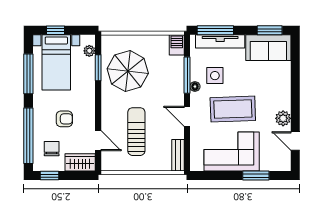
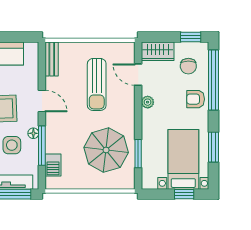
barbecue: (177, 45) -> (53, 165), moved
plant: (89, 51) -> (148, 102), moved
window: (28, 74) -> (213, 147), width x0.69
armchair: (64, 119) -> (196, 99), moved

